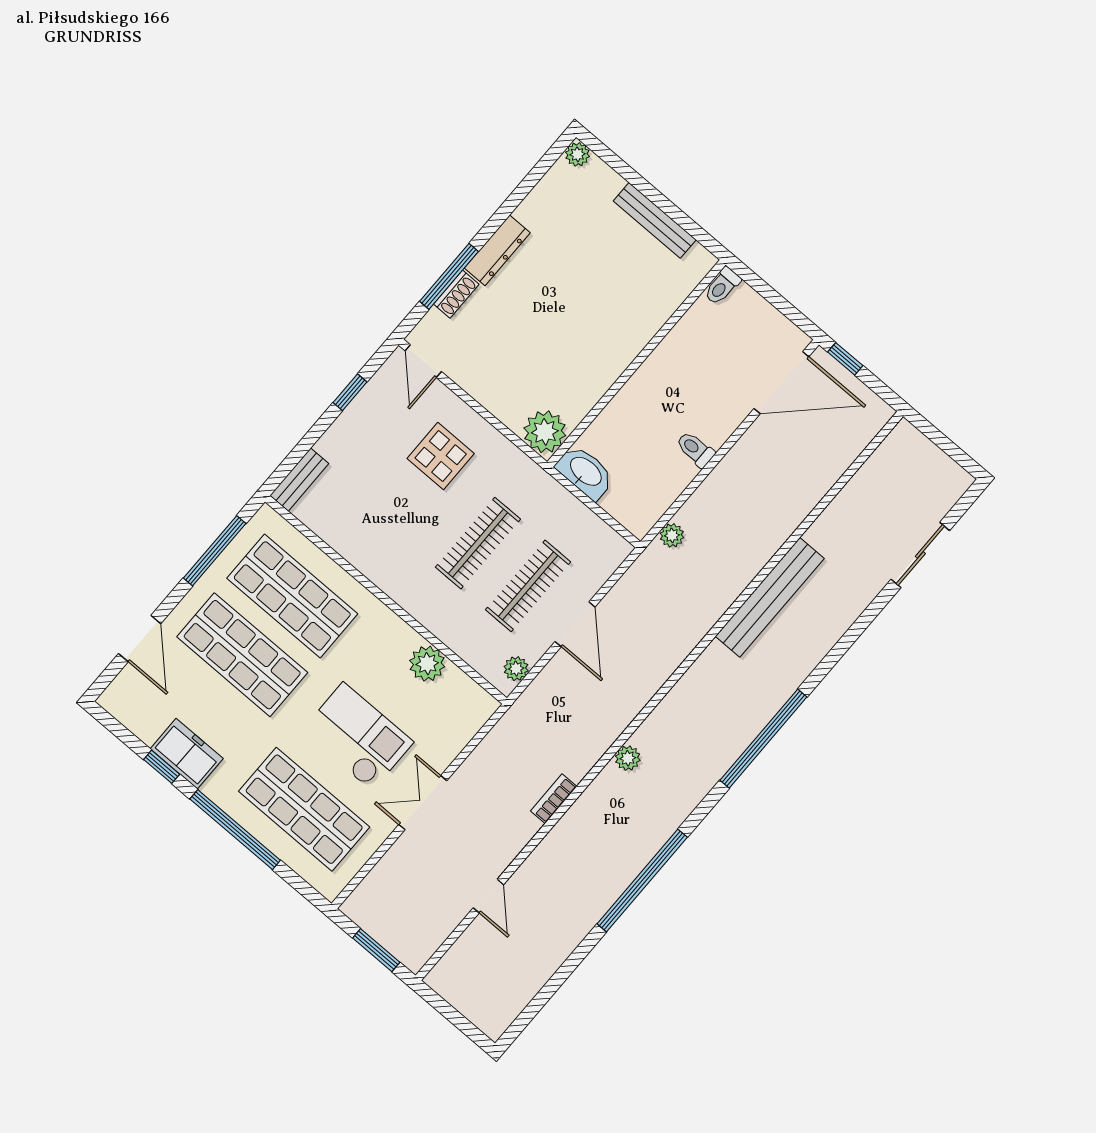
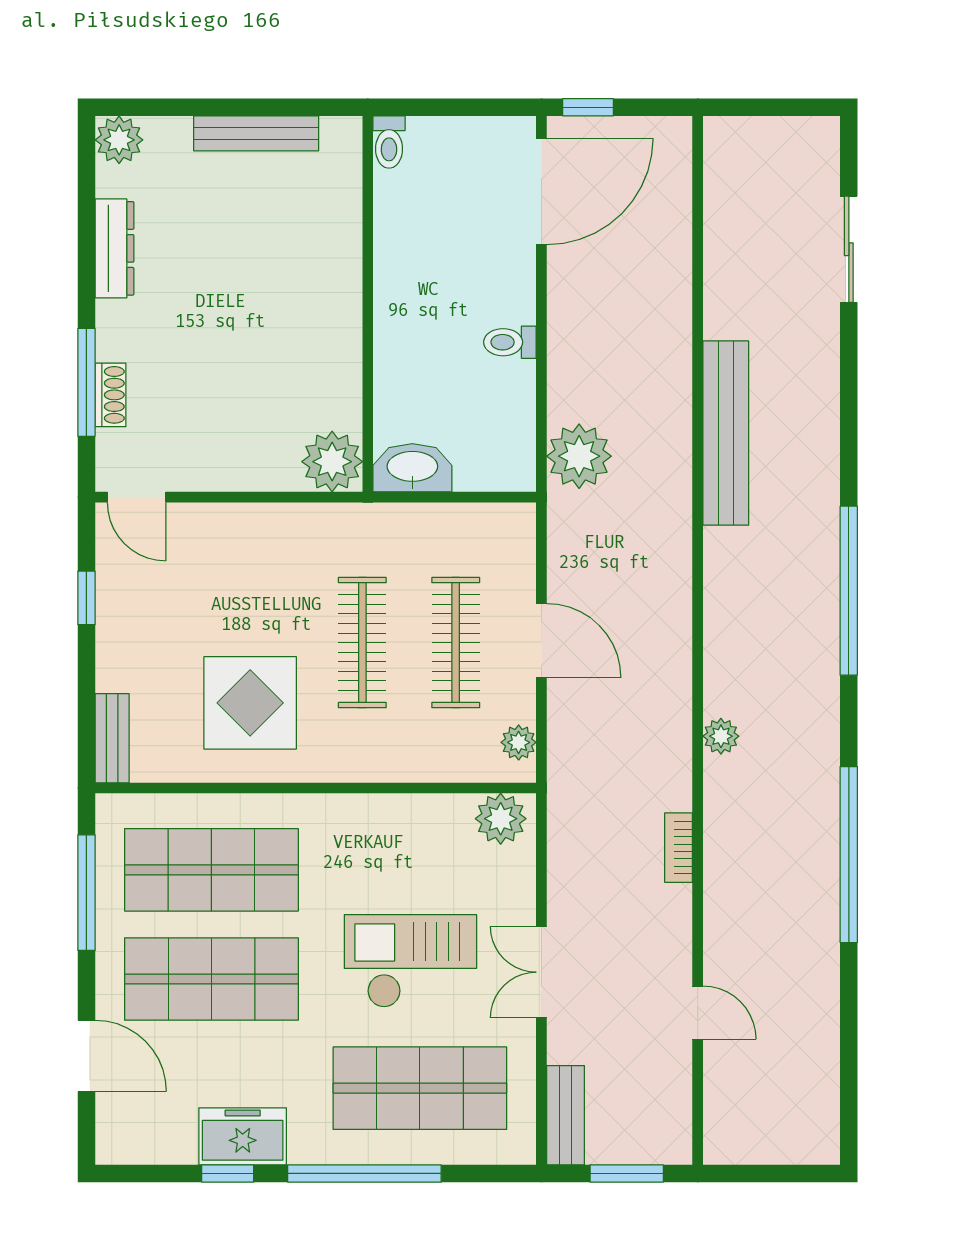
plant: (577, 154) -> (119, 140), width x1.38, depth x1.38
dresser: (497, 250) -> (114, 248), moved
display table: (441, 456) -> (250, 703), moved, width x1.36, depth x1.36
plant: (672, 535) -> (579, 456), width x1.88, depth x1.88
plant: (427, 664) -> (501, 819), moved
bench: (370, 891) -> (566, 1115), added

